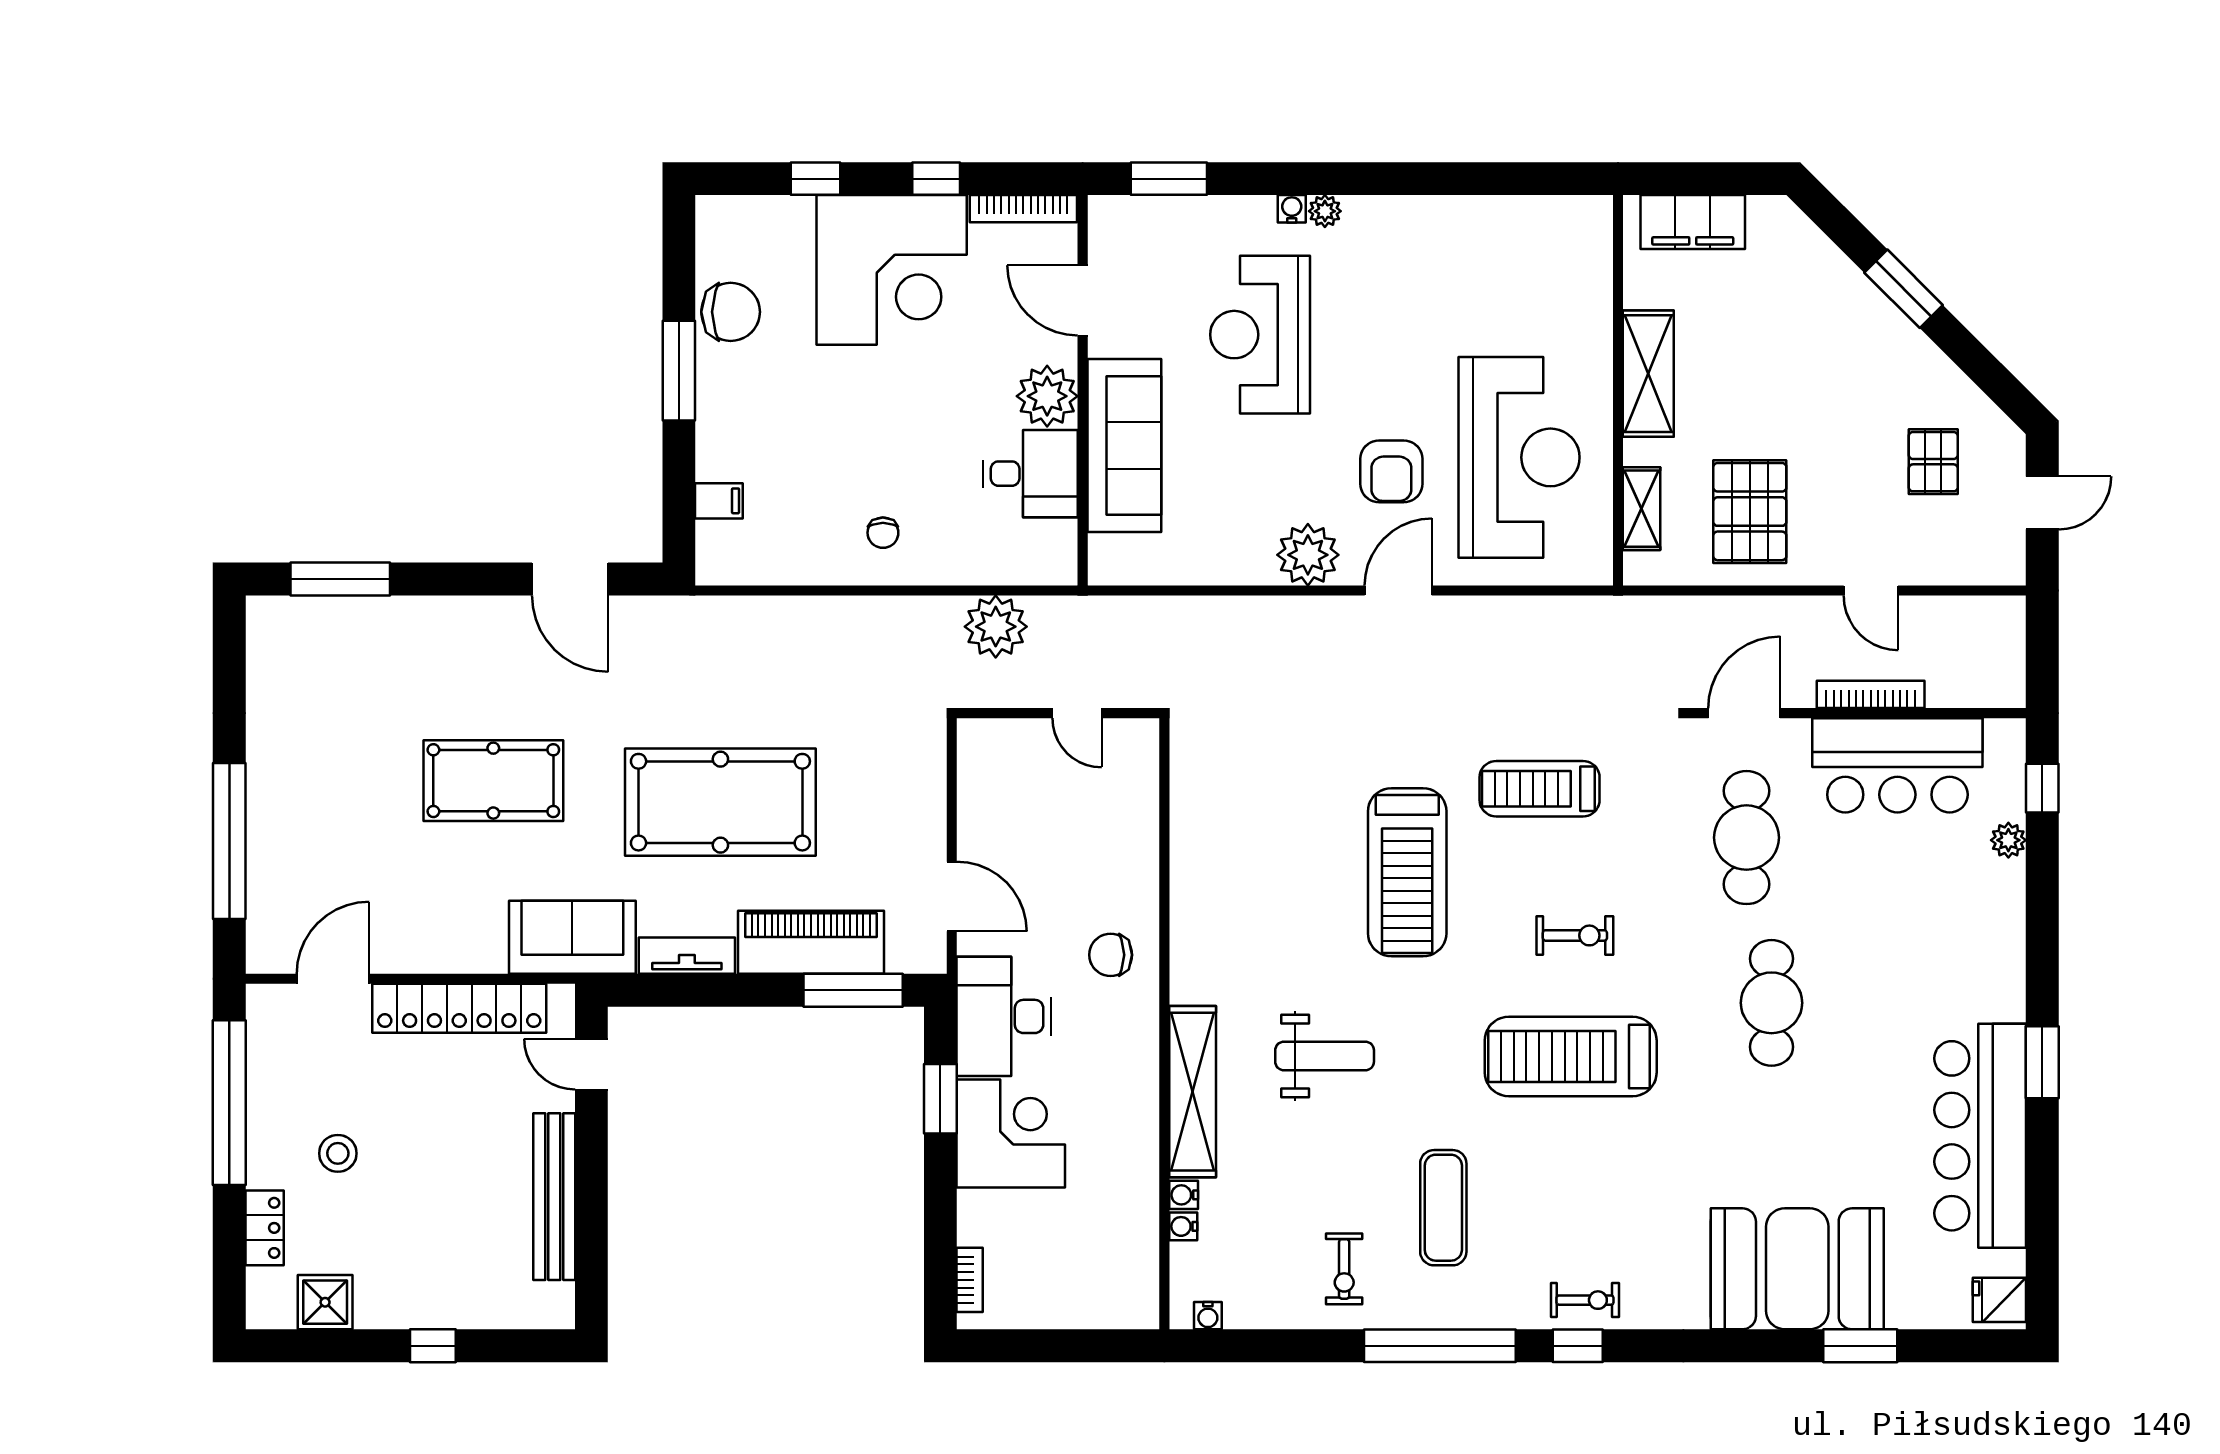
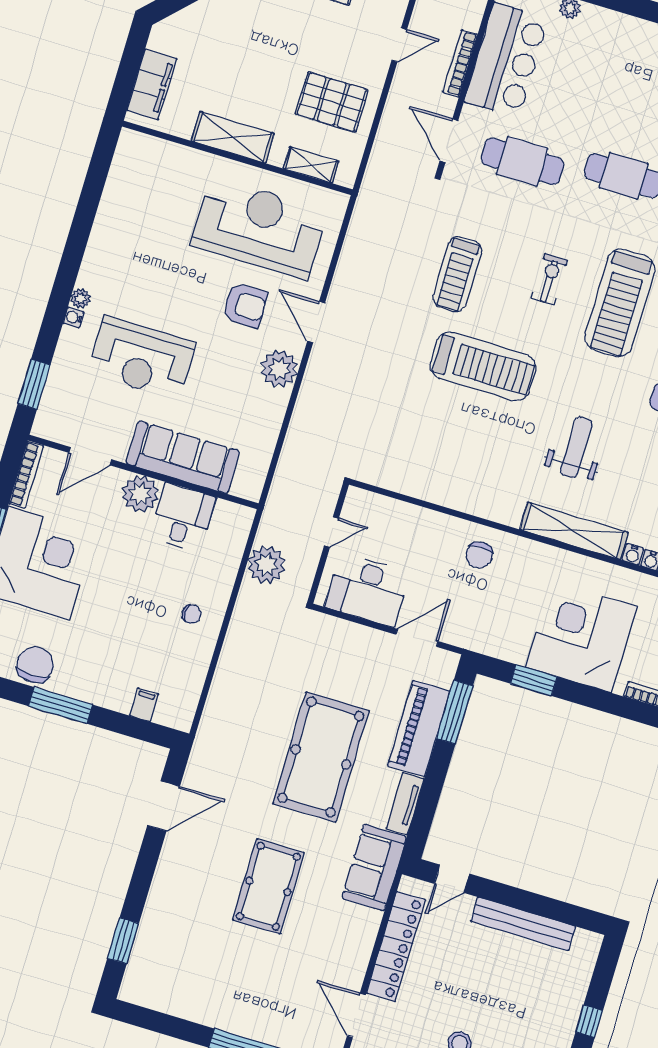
window: (340, 579) -> (123, 941), width x0.69
desk: (1004, 1016) -> (367, 590), moved
corner desk: (1011, 1134) -> (581, 637), width x1.36, depth x1.36

